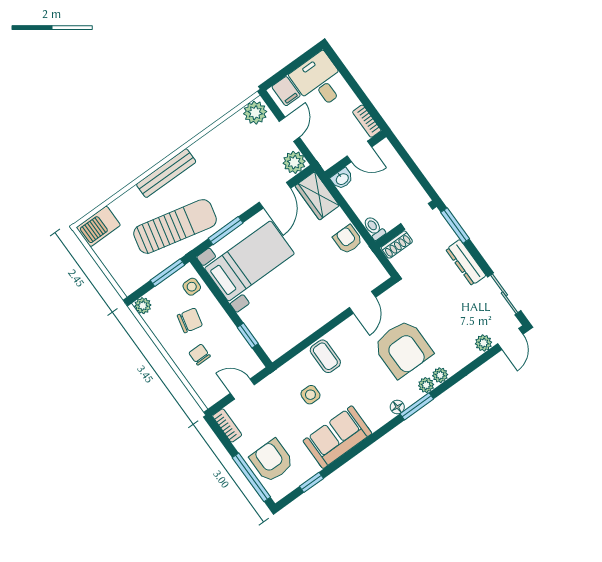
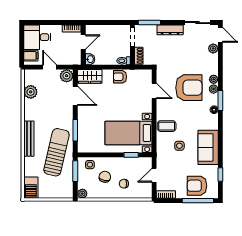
plant: (255, 113) -> (31, 92), moved
bed with nightstands: (250, 261) -> (128, 133), moved, turned -90

